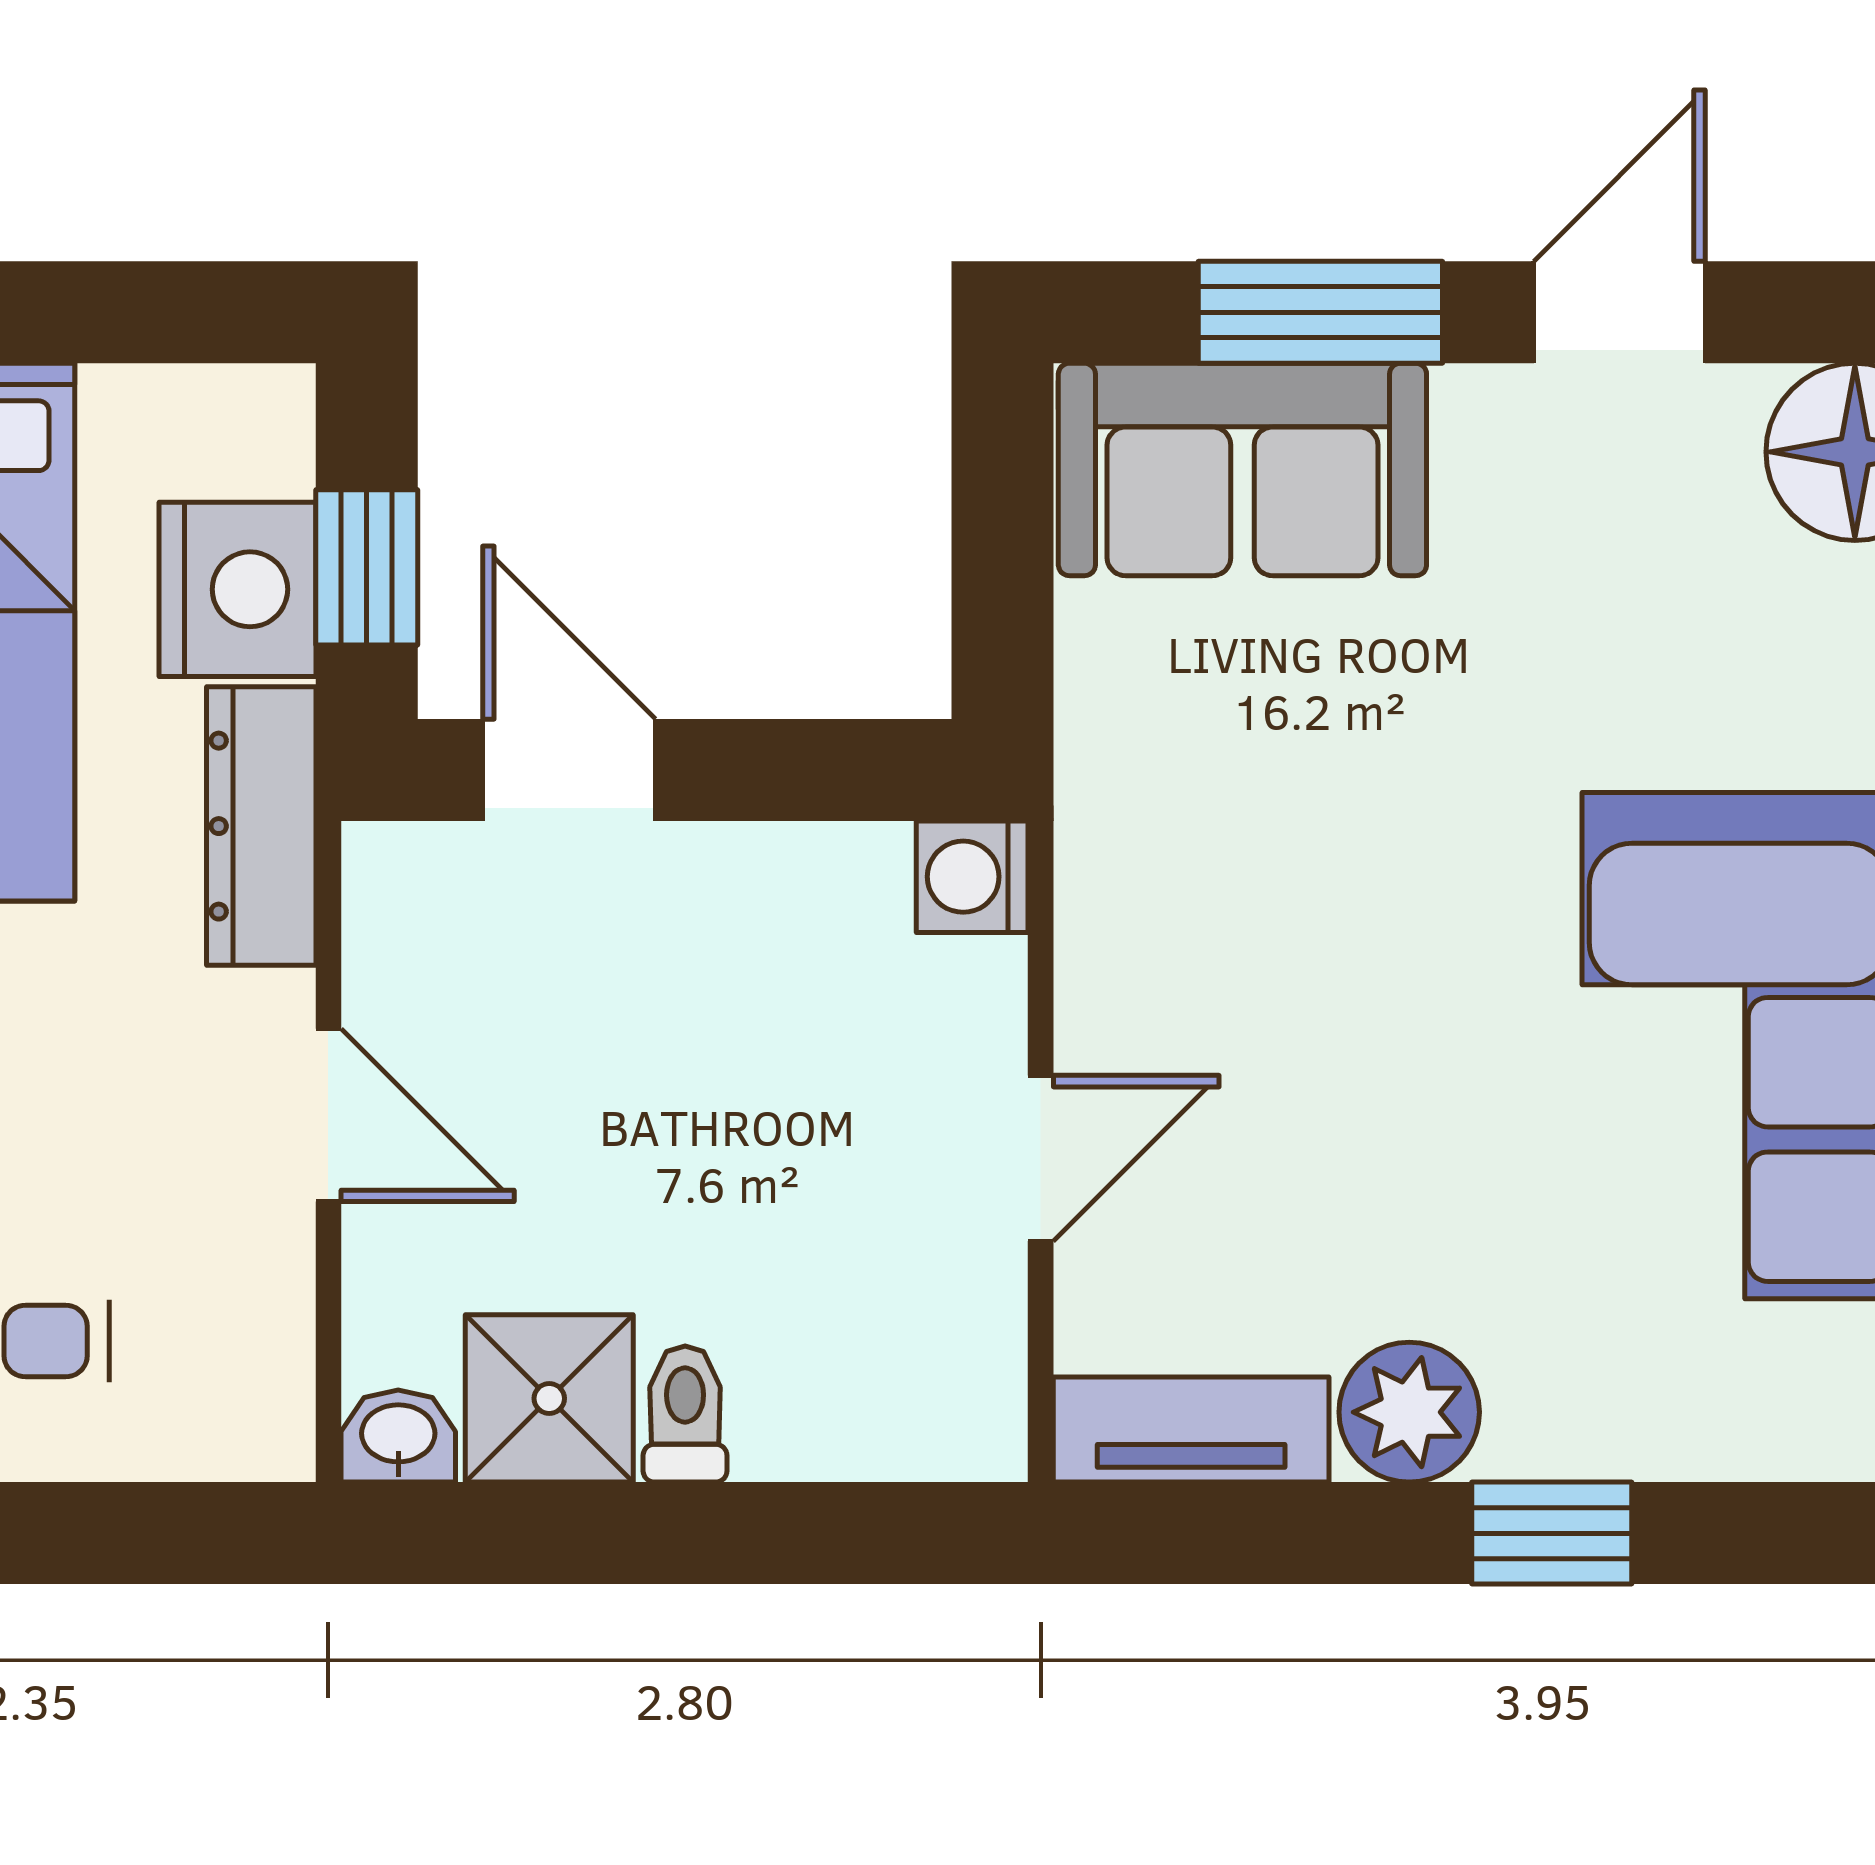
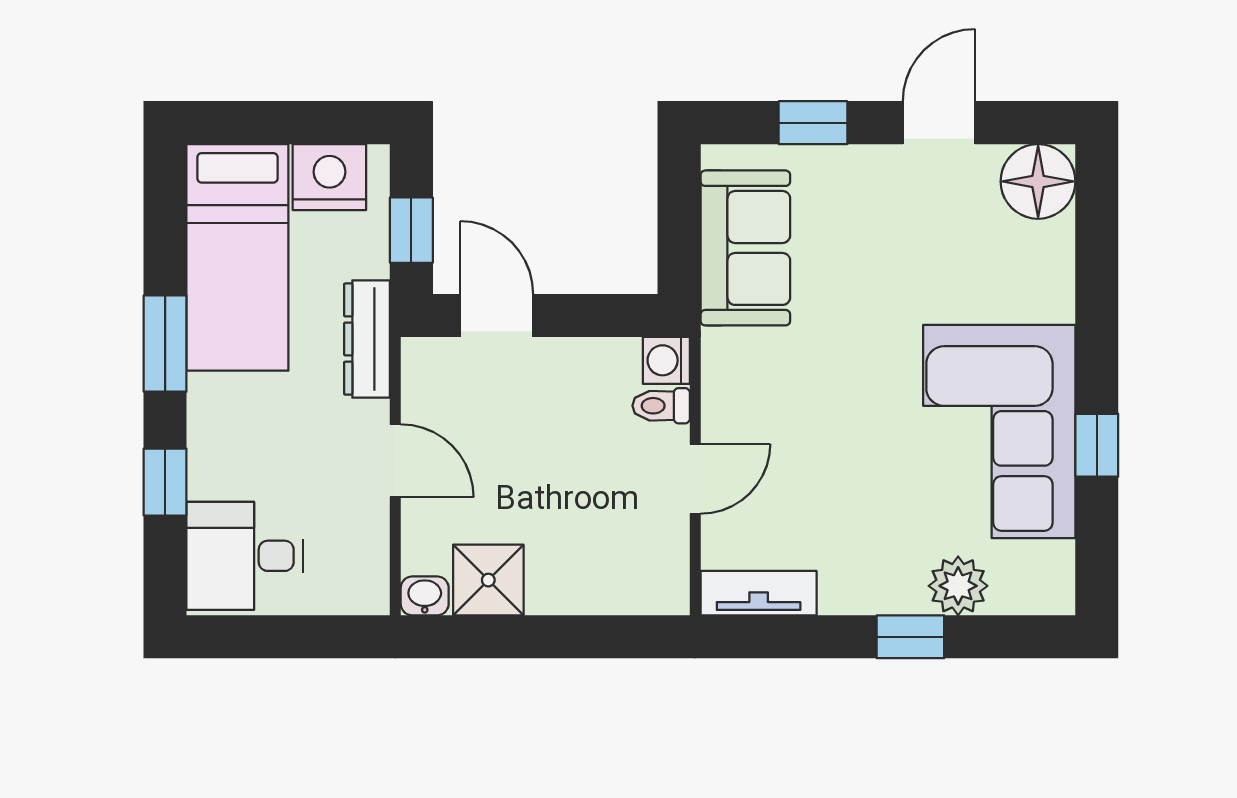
window: (1320, 312) -> (813, 123), width x0.67
sofa: (1242, 469) -> (745, 248), moved, turned -90
nightstand: (237, 589) -> (329, 177), moved, turned -90
plant: (1409, 1412) -> (958, 586), moved
toilet: (685, 1414) -> (661, 406), moved, turned -90

